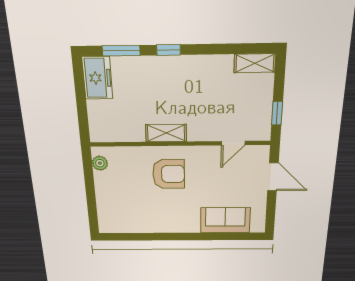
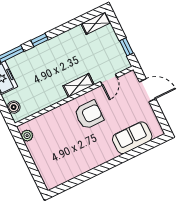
boiler: (97, 122) -> (14, 107), added
shelving: (166, 133) -> (79, 85), moved
armchair: (169, 174) -> (89, 115), moved

